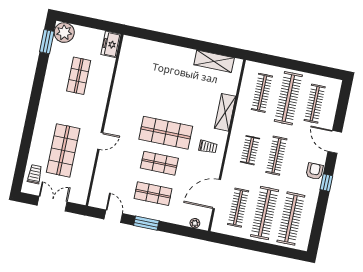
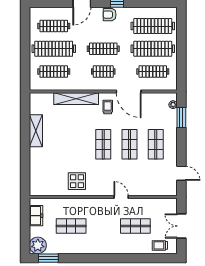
freezer: (111, 44) -> (36, 216), moved, turned -90
shelving: (214, 61) -> (36, 131), moved
display table: (129, 93) -> (77, 181), added
shelving: (225, 112) -> (76, 99), width x1.47
shop shelf: (166, 133) -> (103, 144), width x0.70, depth x0.74
shop shelf: (63, 150) -> (135, 226), width x0.70, depth x0.74
door: (217, 194) -> (129, 91), moved
door: (113, 216) -> (181, 173), swing flipped
window: (146, 223) -> (181, 118), moved

